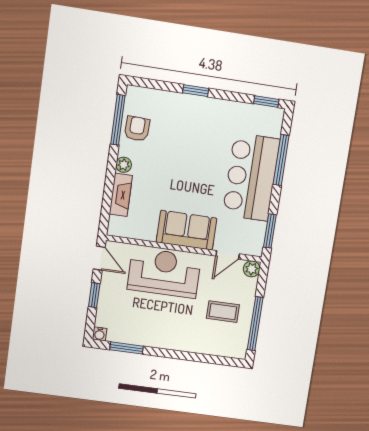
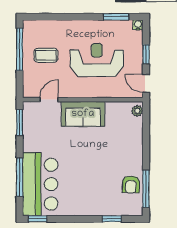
window: (196, 91) -> (112, 219), moved
plant: (124, 165) -> (137, 111), moved
bar counter: (251, 177) -> (40, 184), moved
fireplace: (121, 195) -> (136, 134), removed
plant: (252, 269) -> (29, 91), removed
reception desk: (164, 273) -> (97, 60), moved, turned 180

